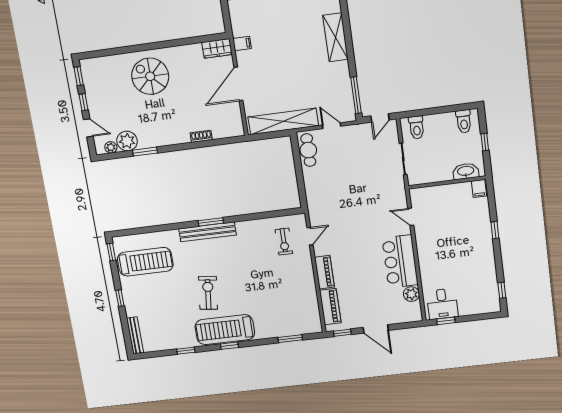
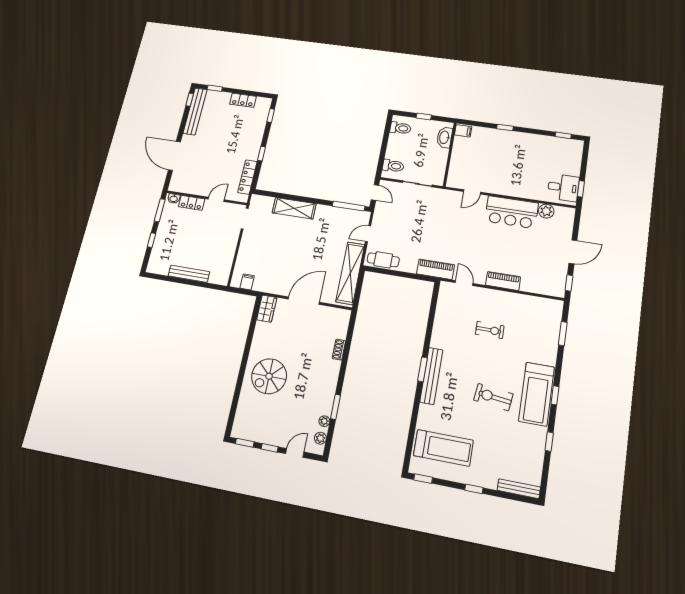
filing cabinet: (242, 44) -> (247, 282), moved
door: (238, 84) -> (304, 301), swing flipped
plant: (127, 141) -> (324, 421), width x0.53, depth x0.53
exercise bike: (284, 242) -> (490, 330), moved
treadmill: (145, 262) -> (443, 448), turned 90
piano: (330, 307) -> (436, 269), moved

